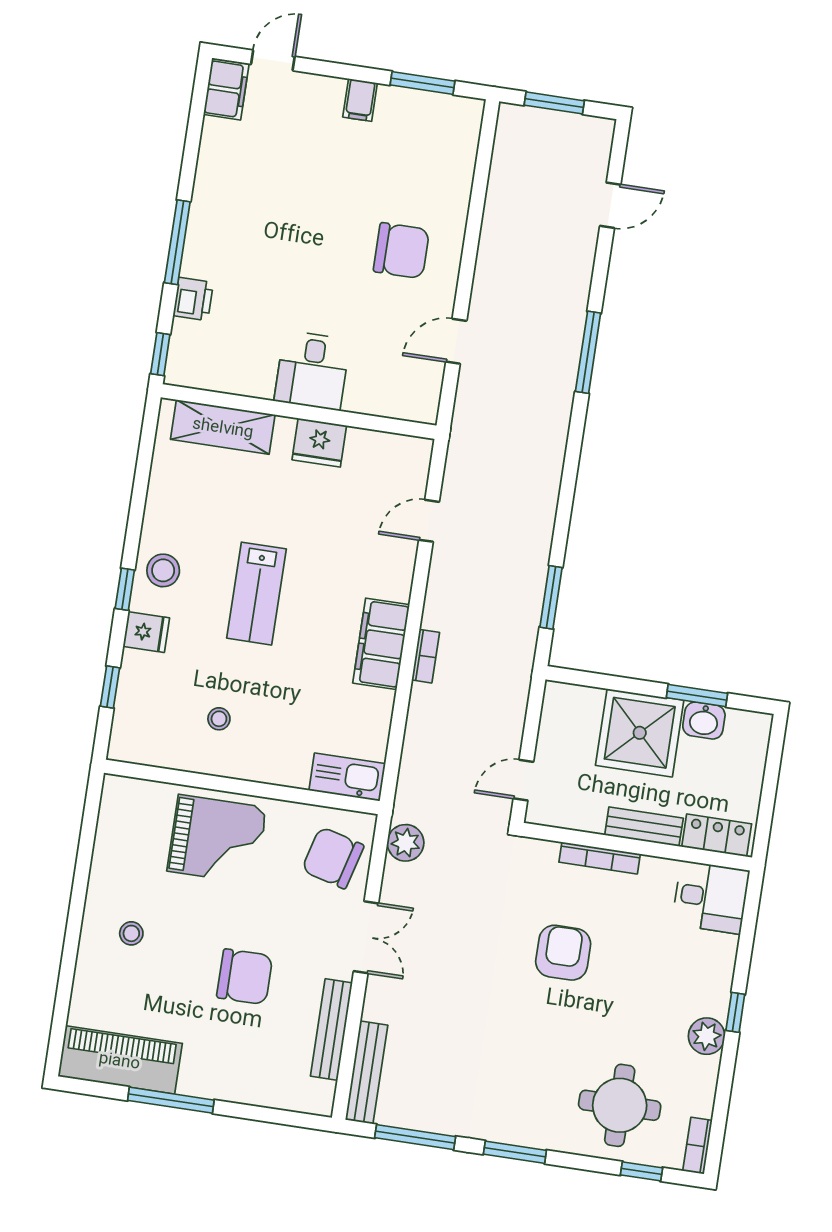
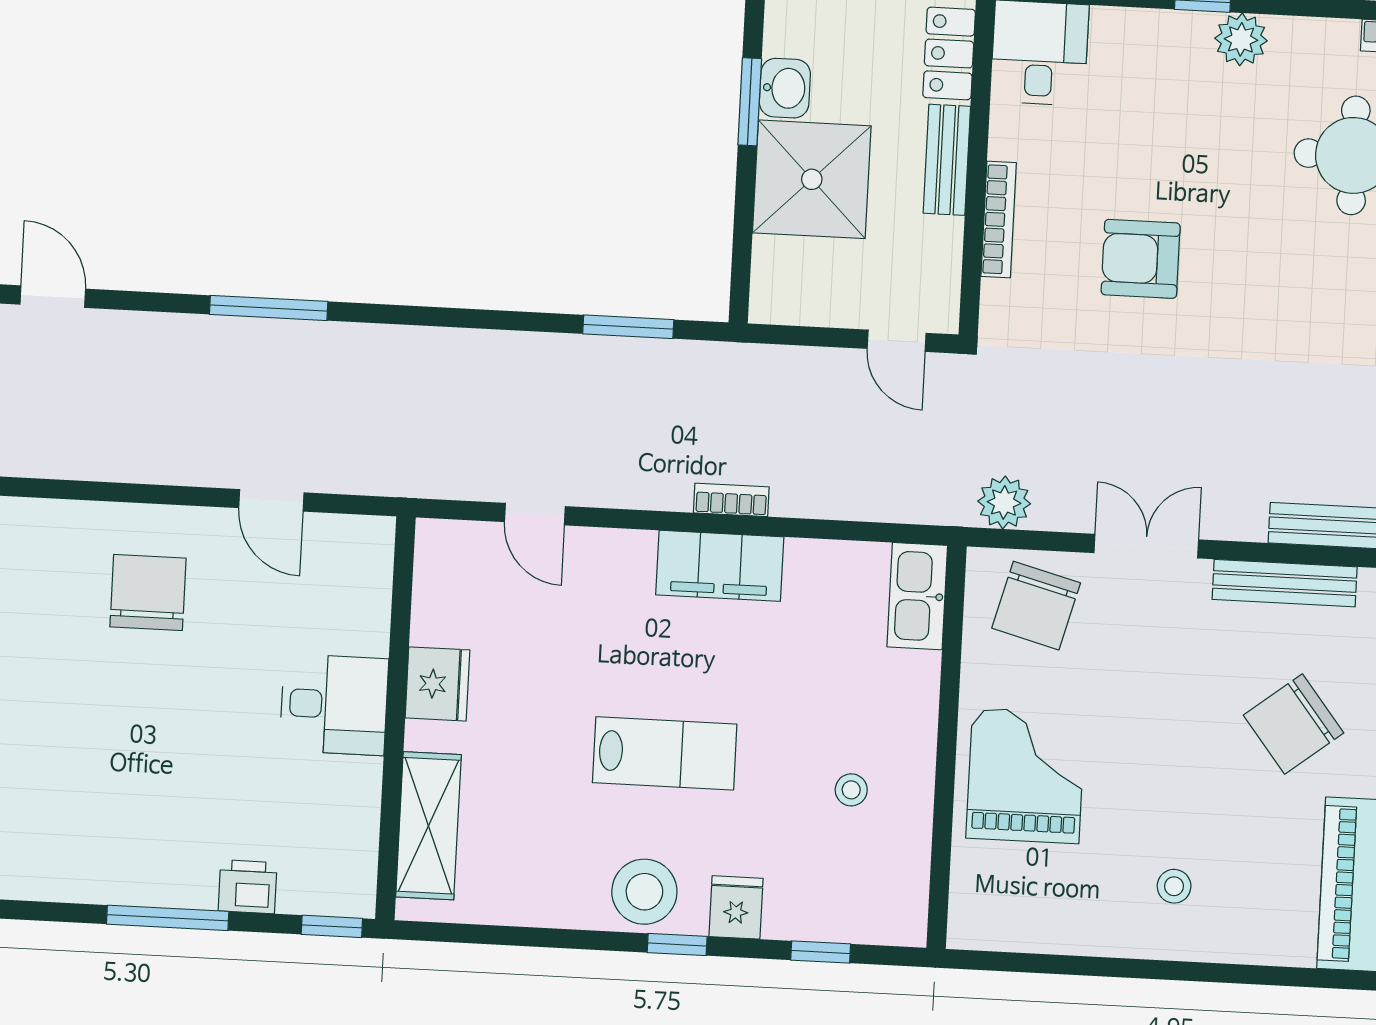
stool: (163, 570) -> (644, 892), width x1.38, depth x1.38
chair: (245, 977) -> (1294, 724), moved, turned -128

